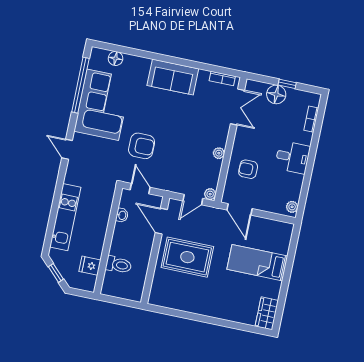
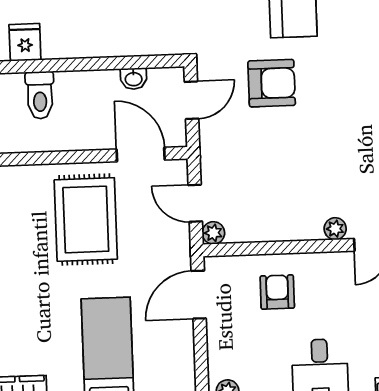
armchair: (142, 146) -> (272, 83), turned -90
plant: (219, 153) -> (335, 229), moved
door: (161, 221) -> (141, 154), hinge flipped

